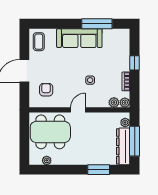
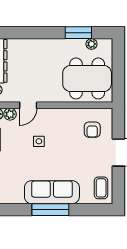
window: (97, 24) -> (50, 210), moved
door: (78, 110) -> (28, 105), moved
window: (99, 170) -> (78, 33), moved

